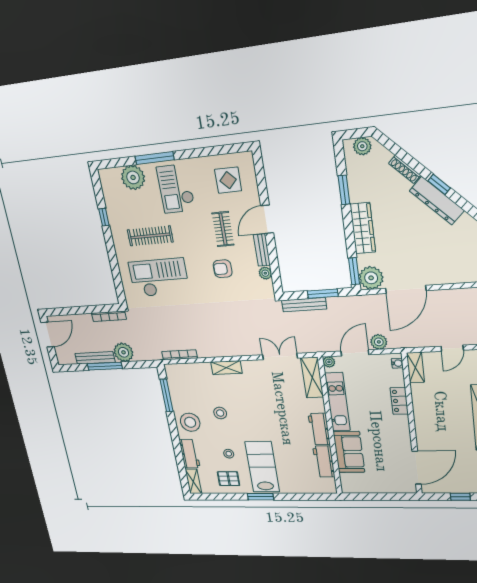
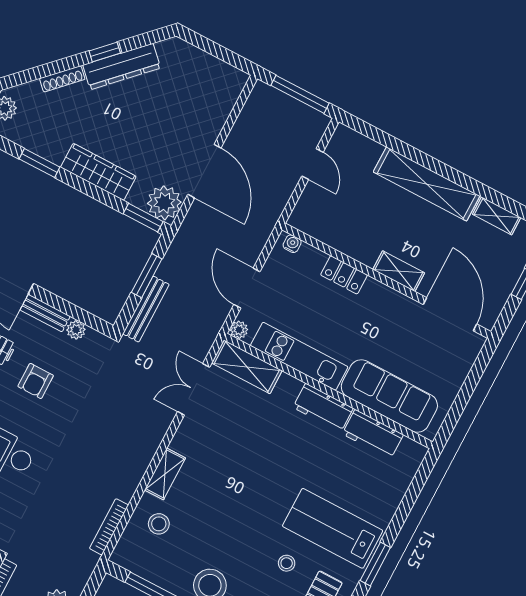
plant: (379, 342) -> (251, 248), removed
shelving: (415, 368) -> (399, 271), moved
stool: (220, 413) -> (159, 524), moved
sofa: (349, 452) -> (389, 396), width x1.36

